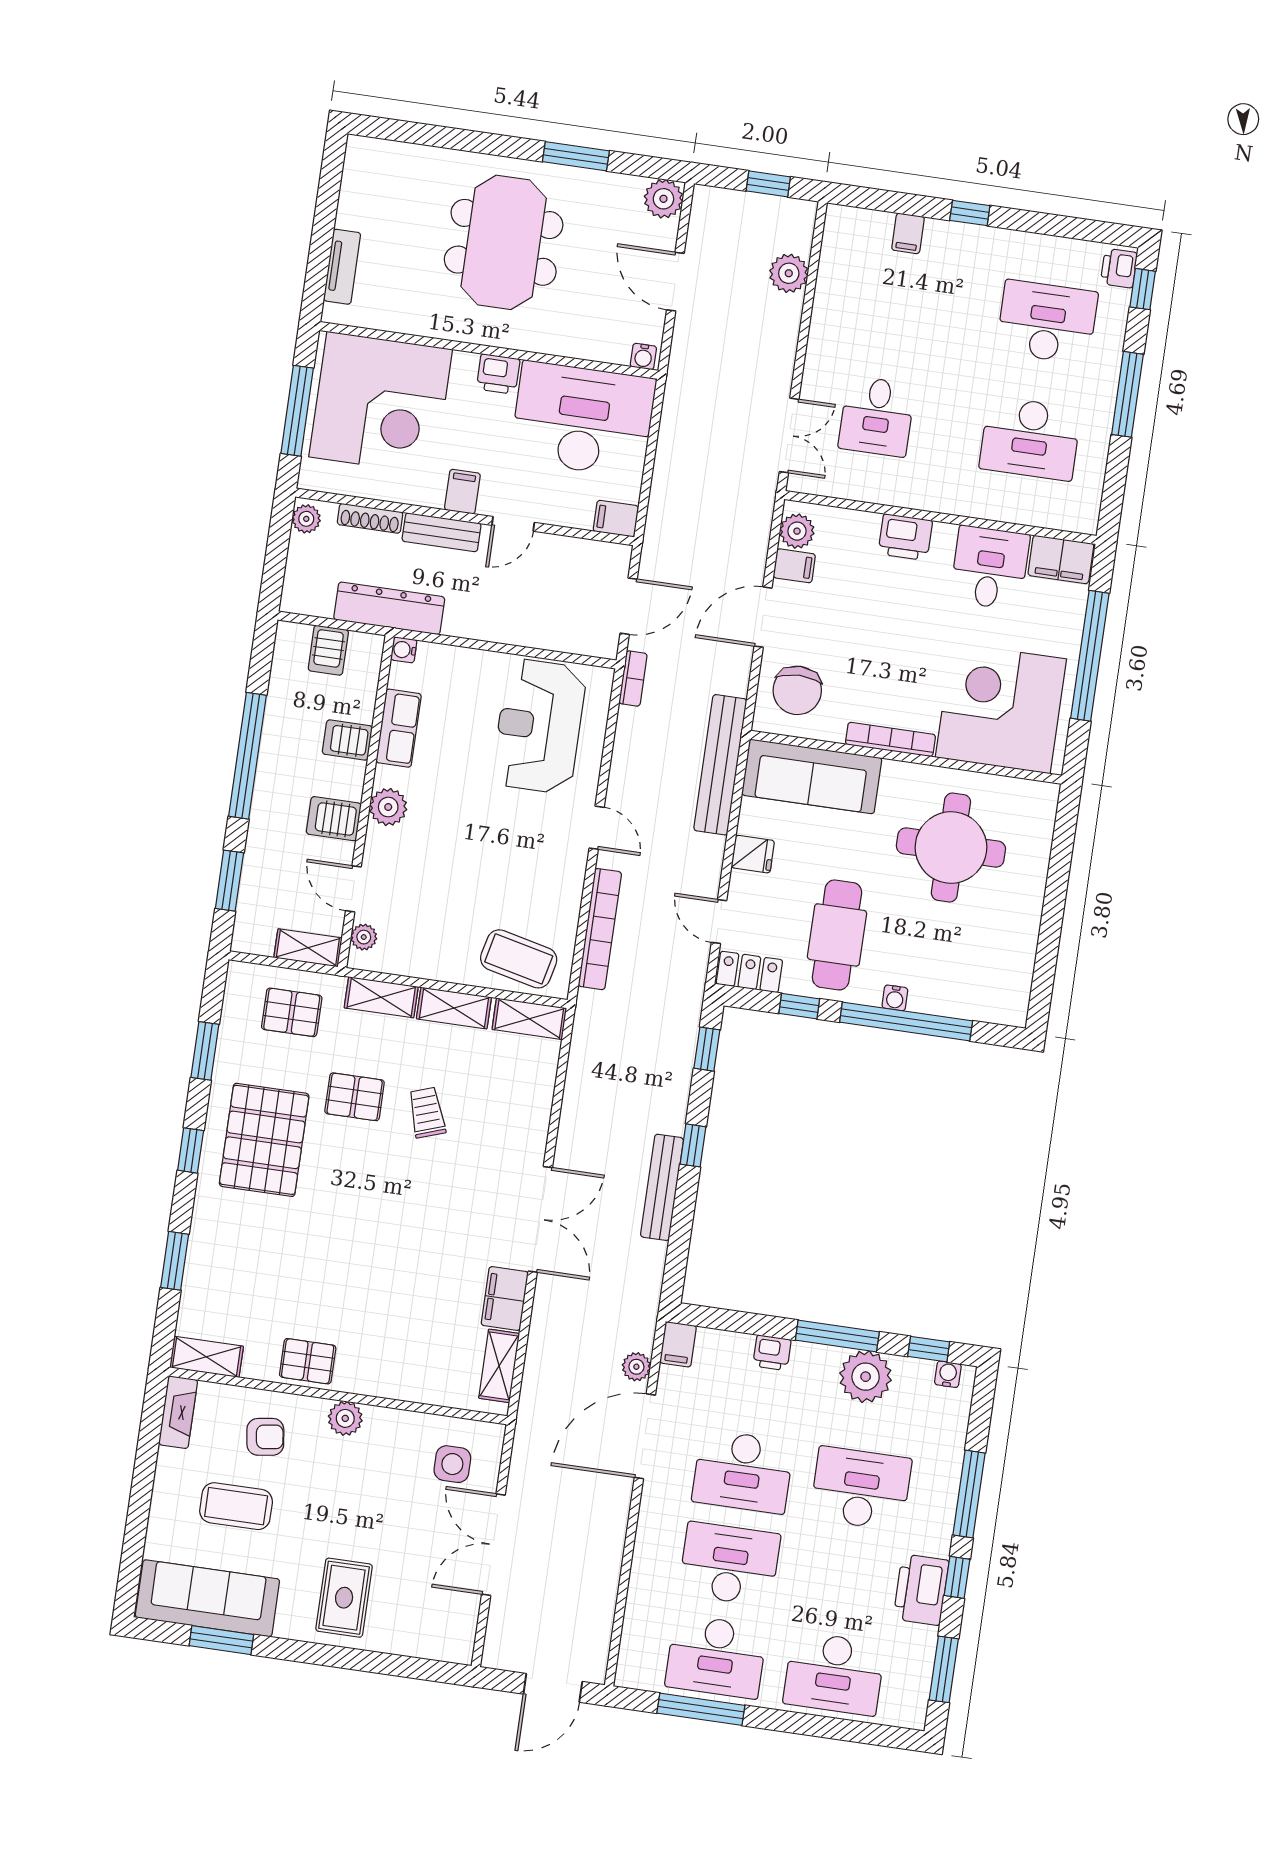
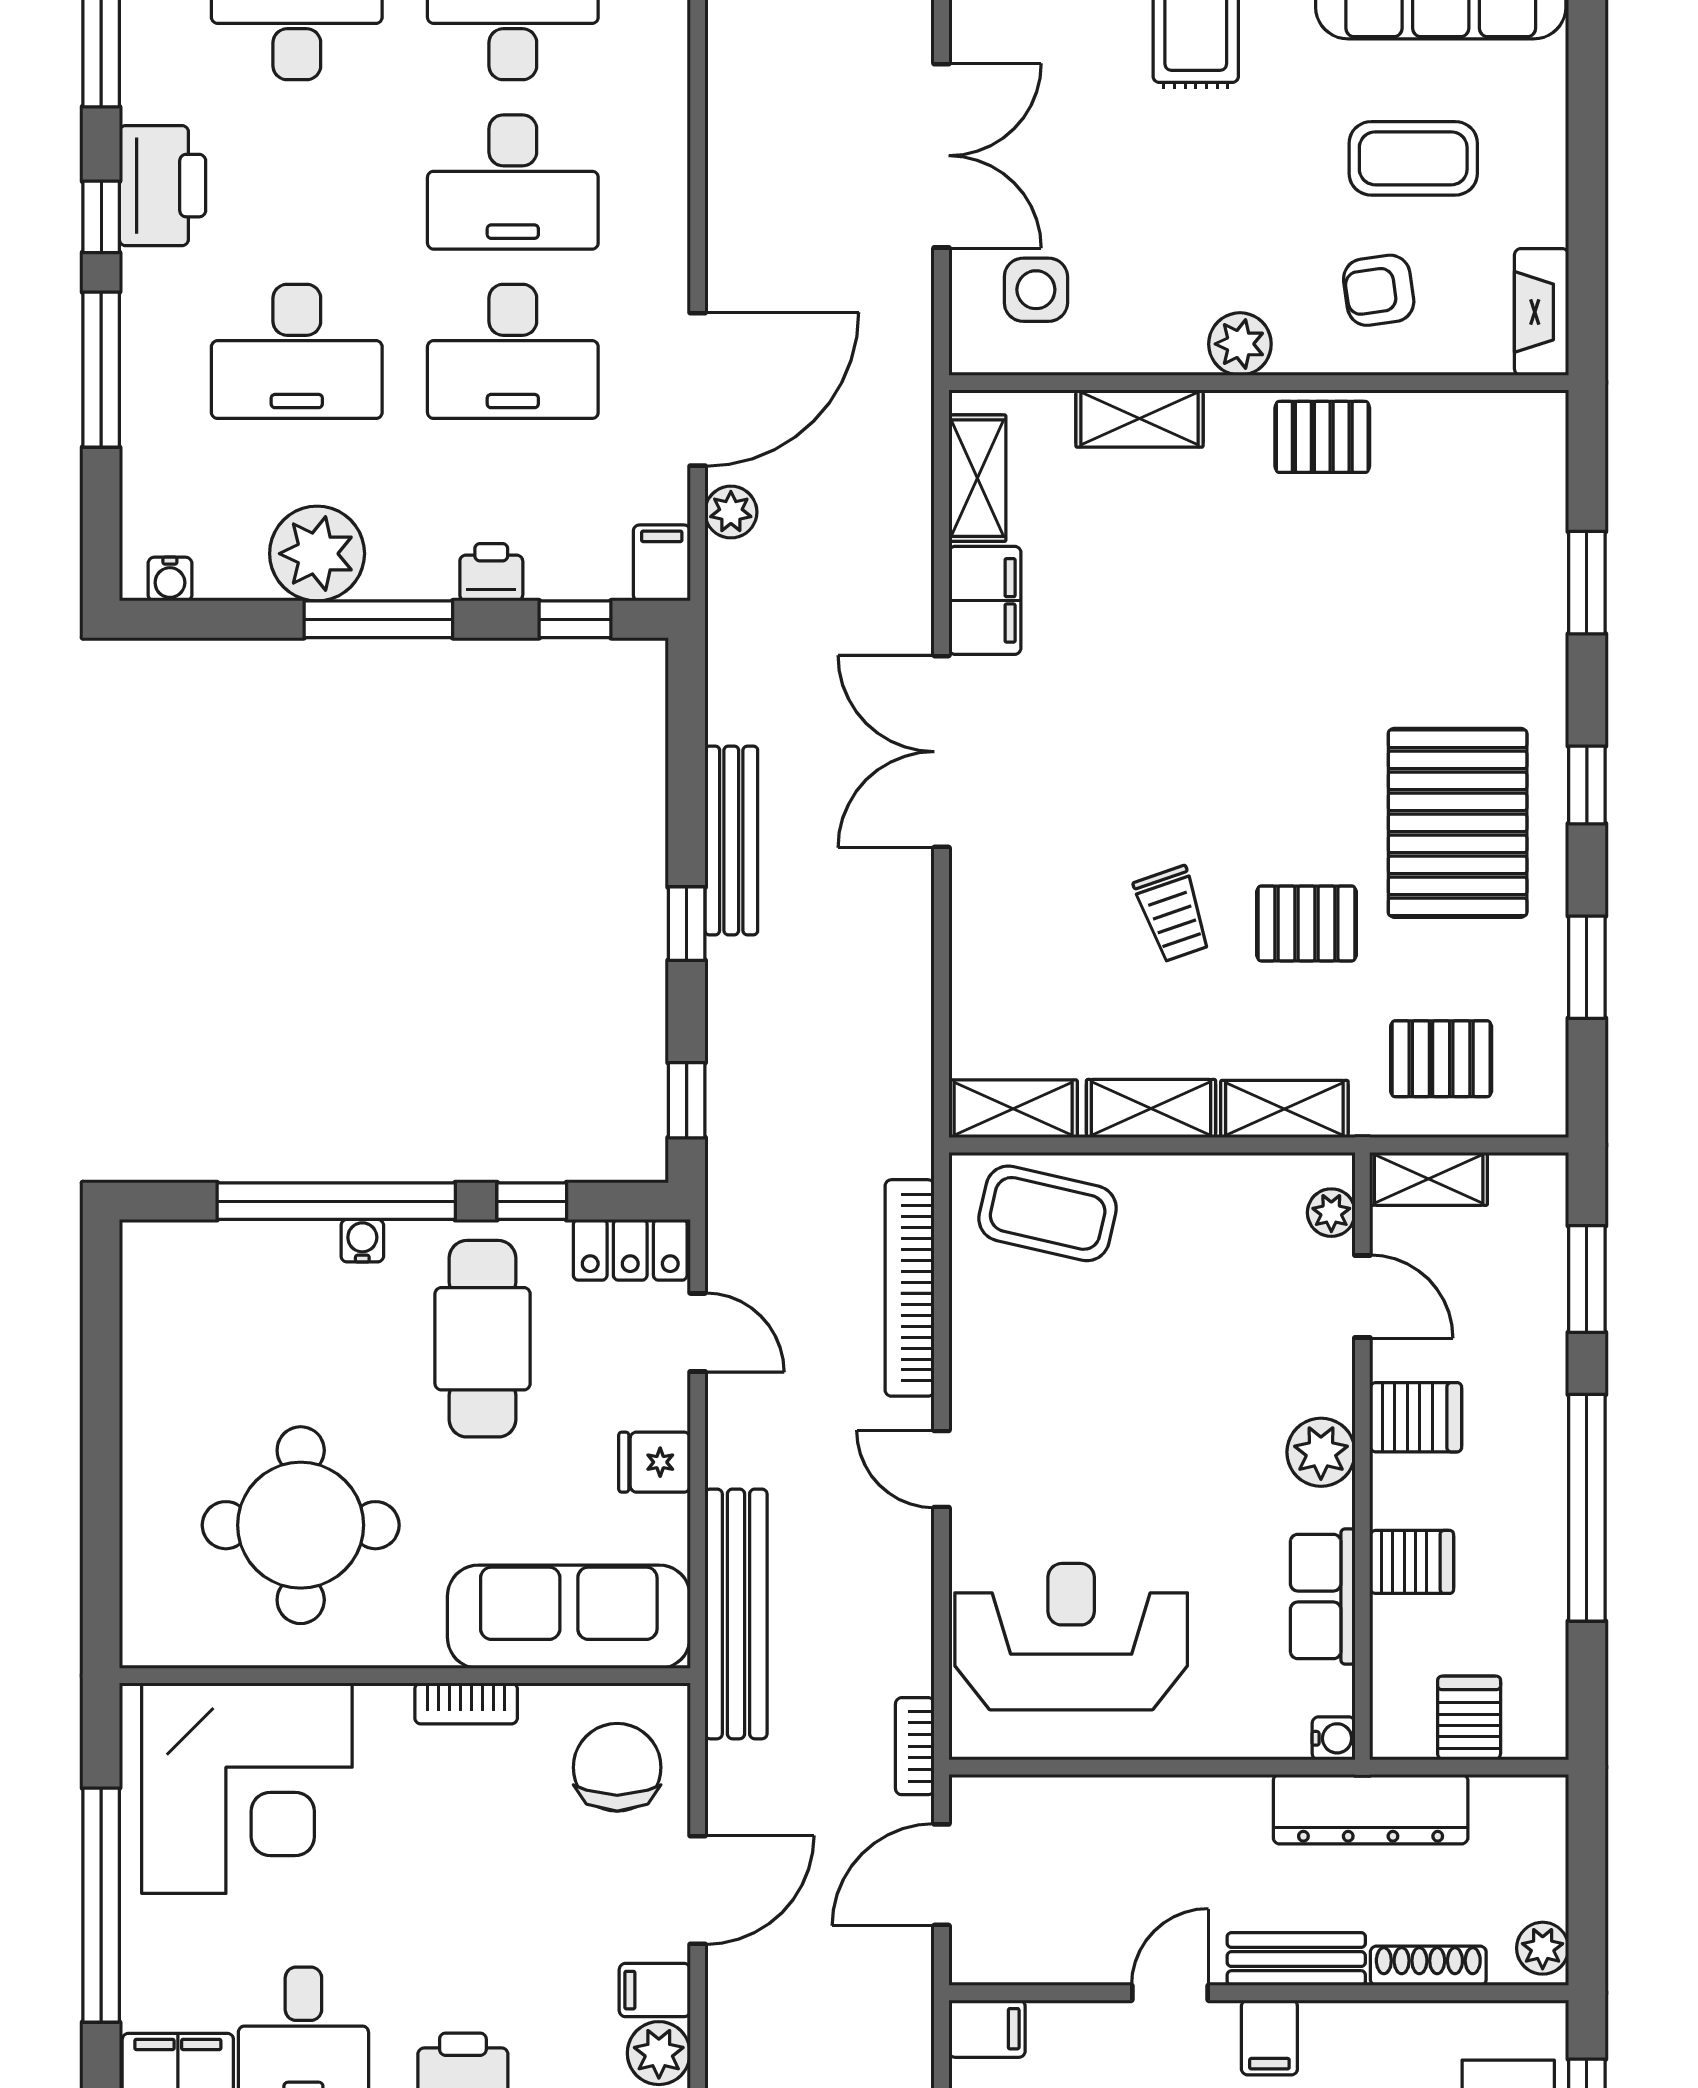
reception desk: (539, 726) -> (1071, 1637), turned -90
bookcase: (890, 739) -> (466, 1703), width x0.64
window: (929, 1349) -> (575, 619), moved
shelving: (206, 1357) -> (1139, 419), moved
desk: (743, 1472) -> (513, 351), turned 180

